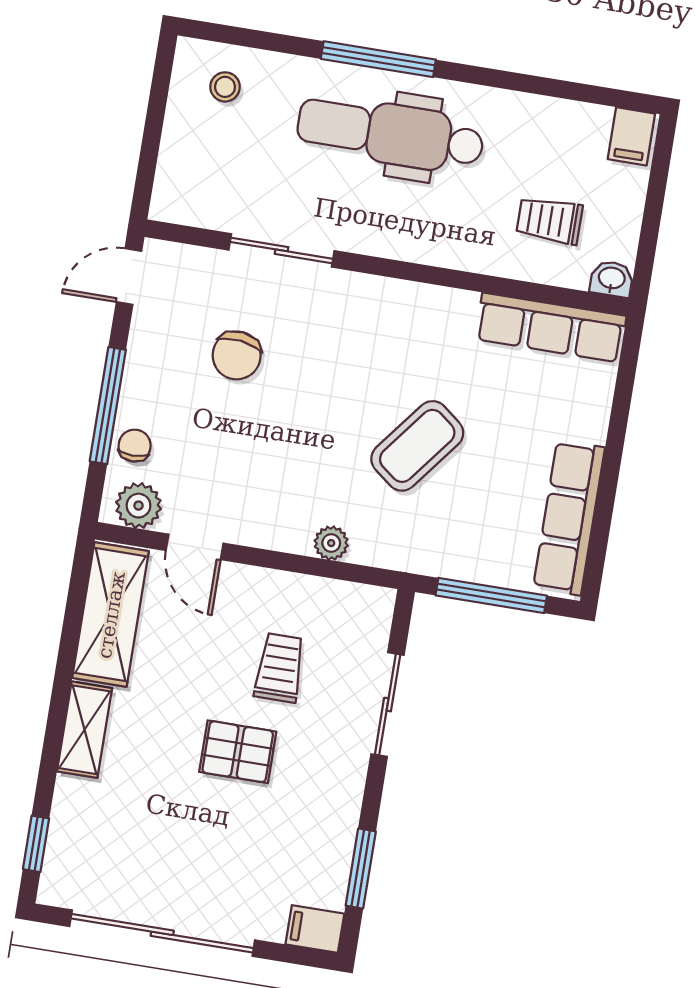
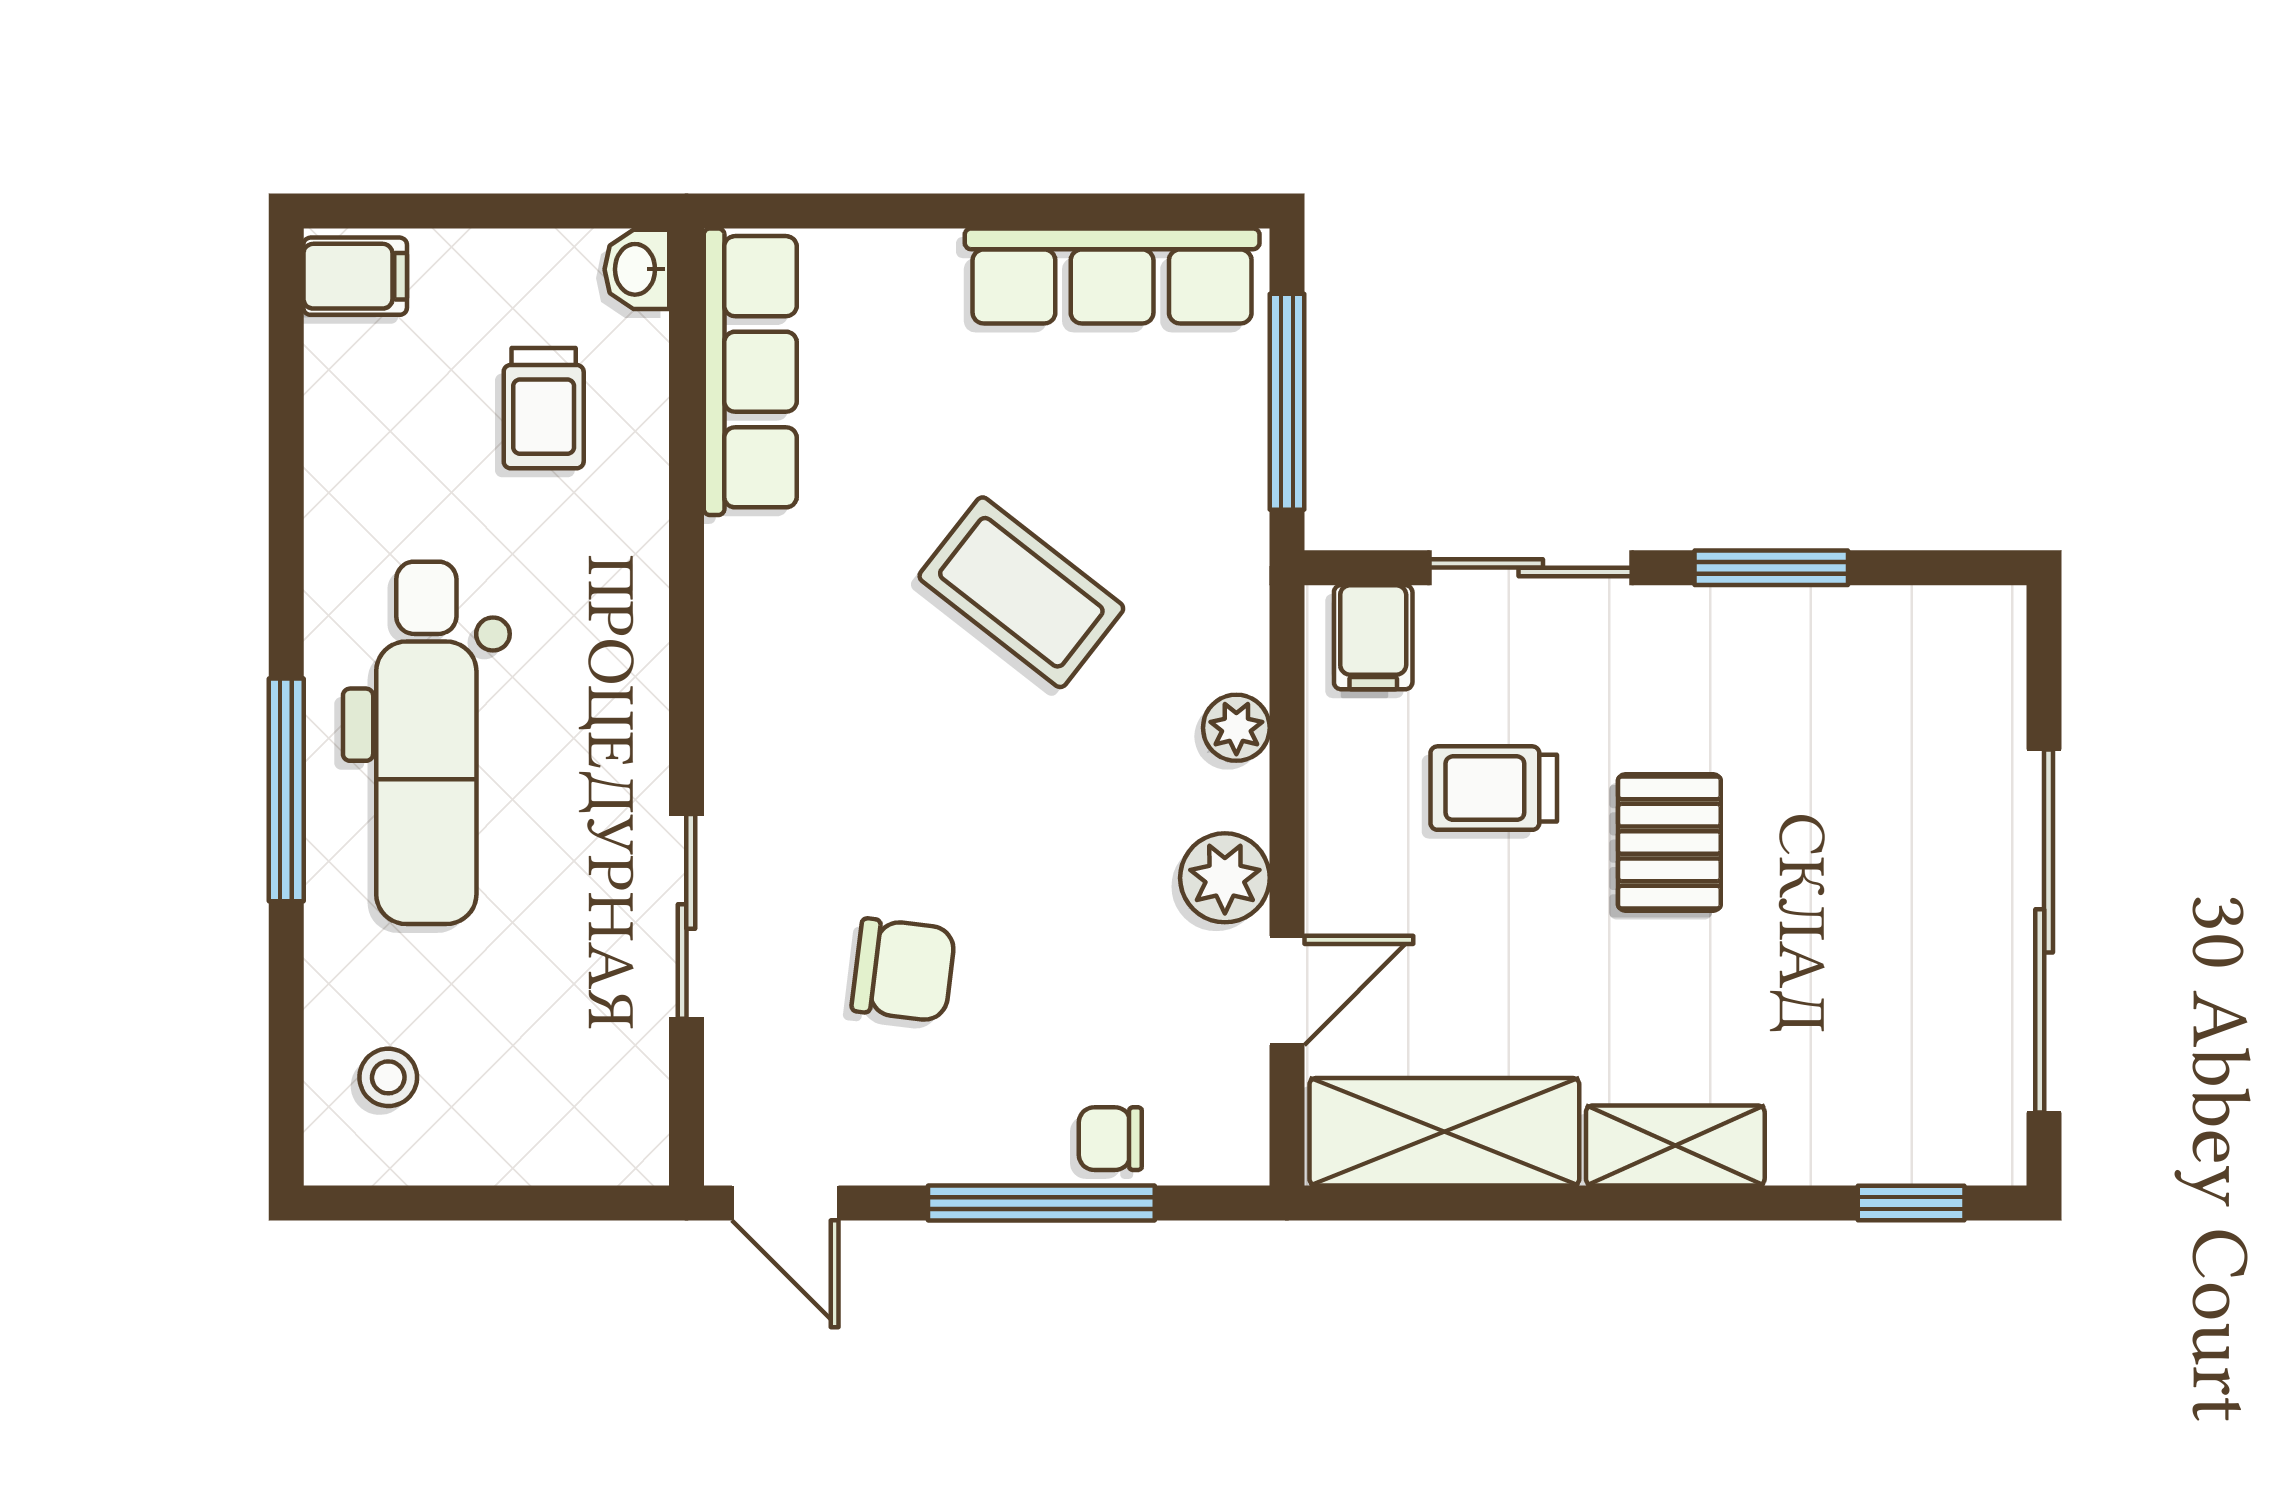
plant: (139, 506) -> (1225, 878), moved
window: (361, 868) -> (1771, 568), moved
filing cabinet: (315, 929) -> (1373, 637), moved

